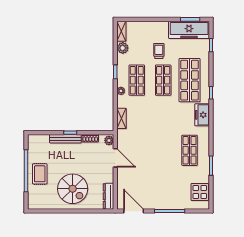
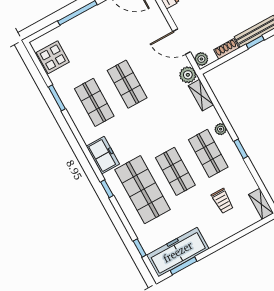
plant: (123, 48) -> (188, 75), moved
trolley: (159, 51) -> (222, 201), moved
shop shelf: (163, 150) -> (127, 84), added

